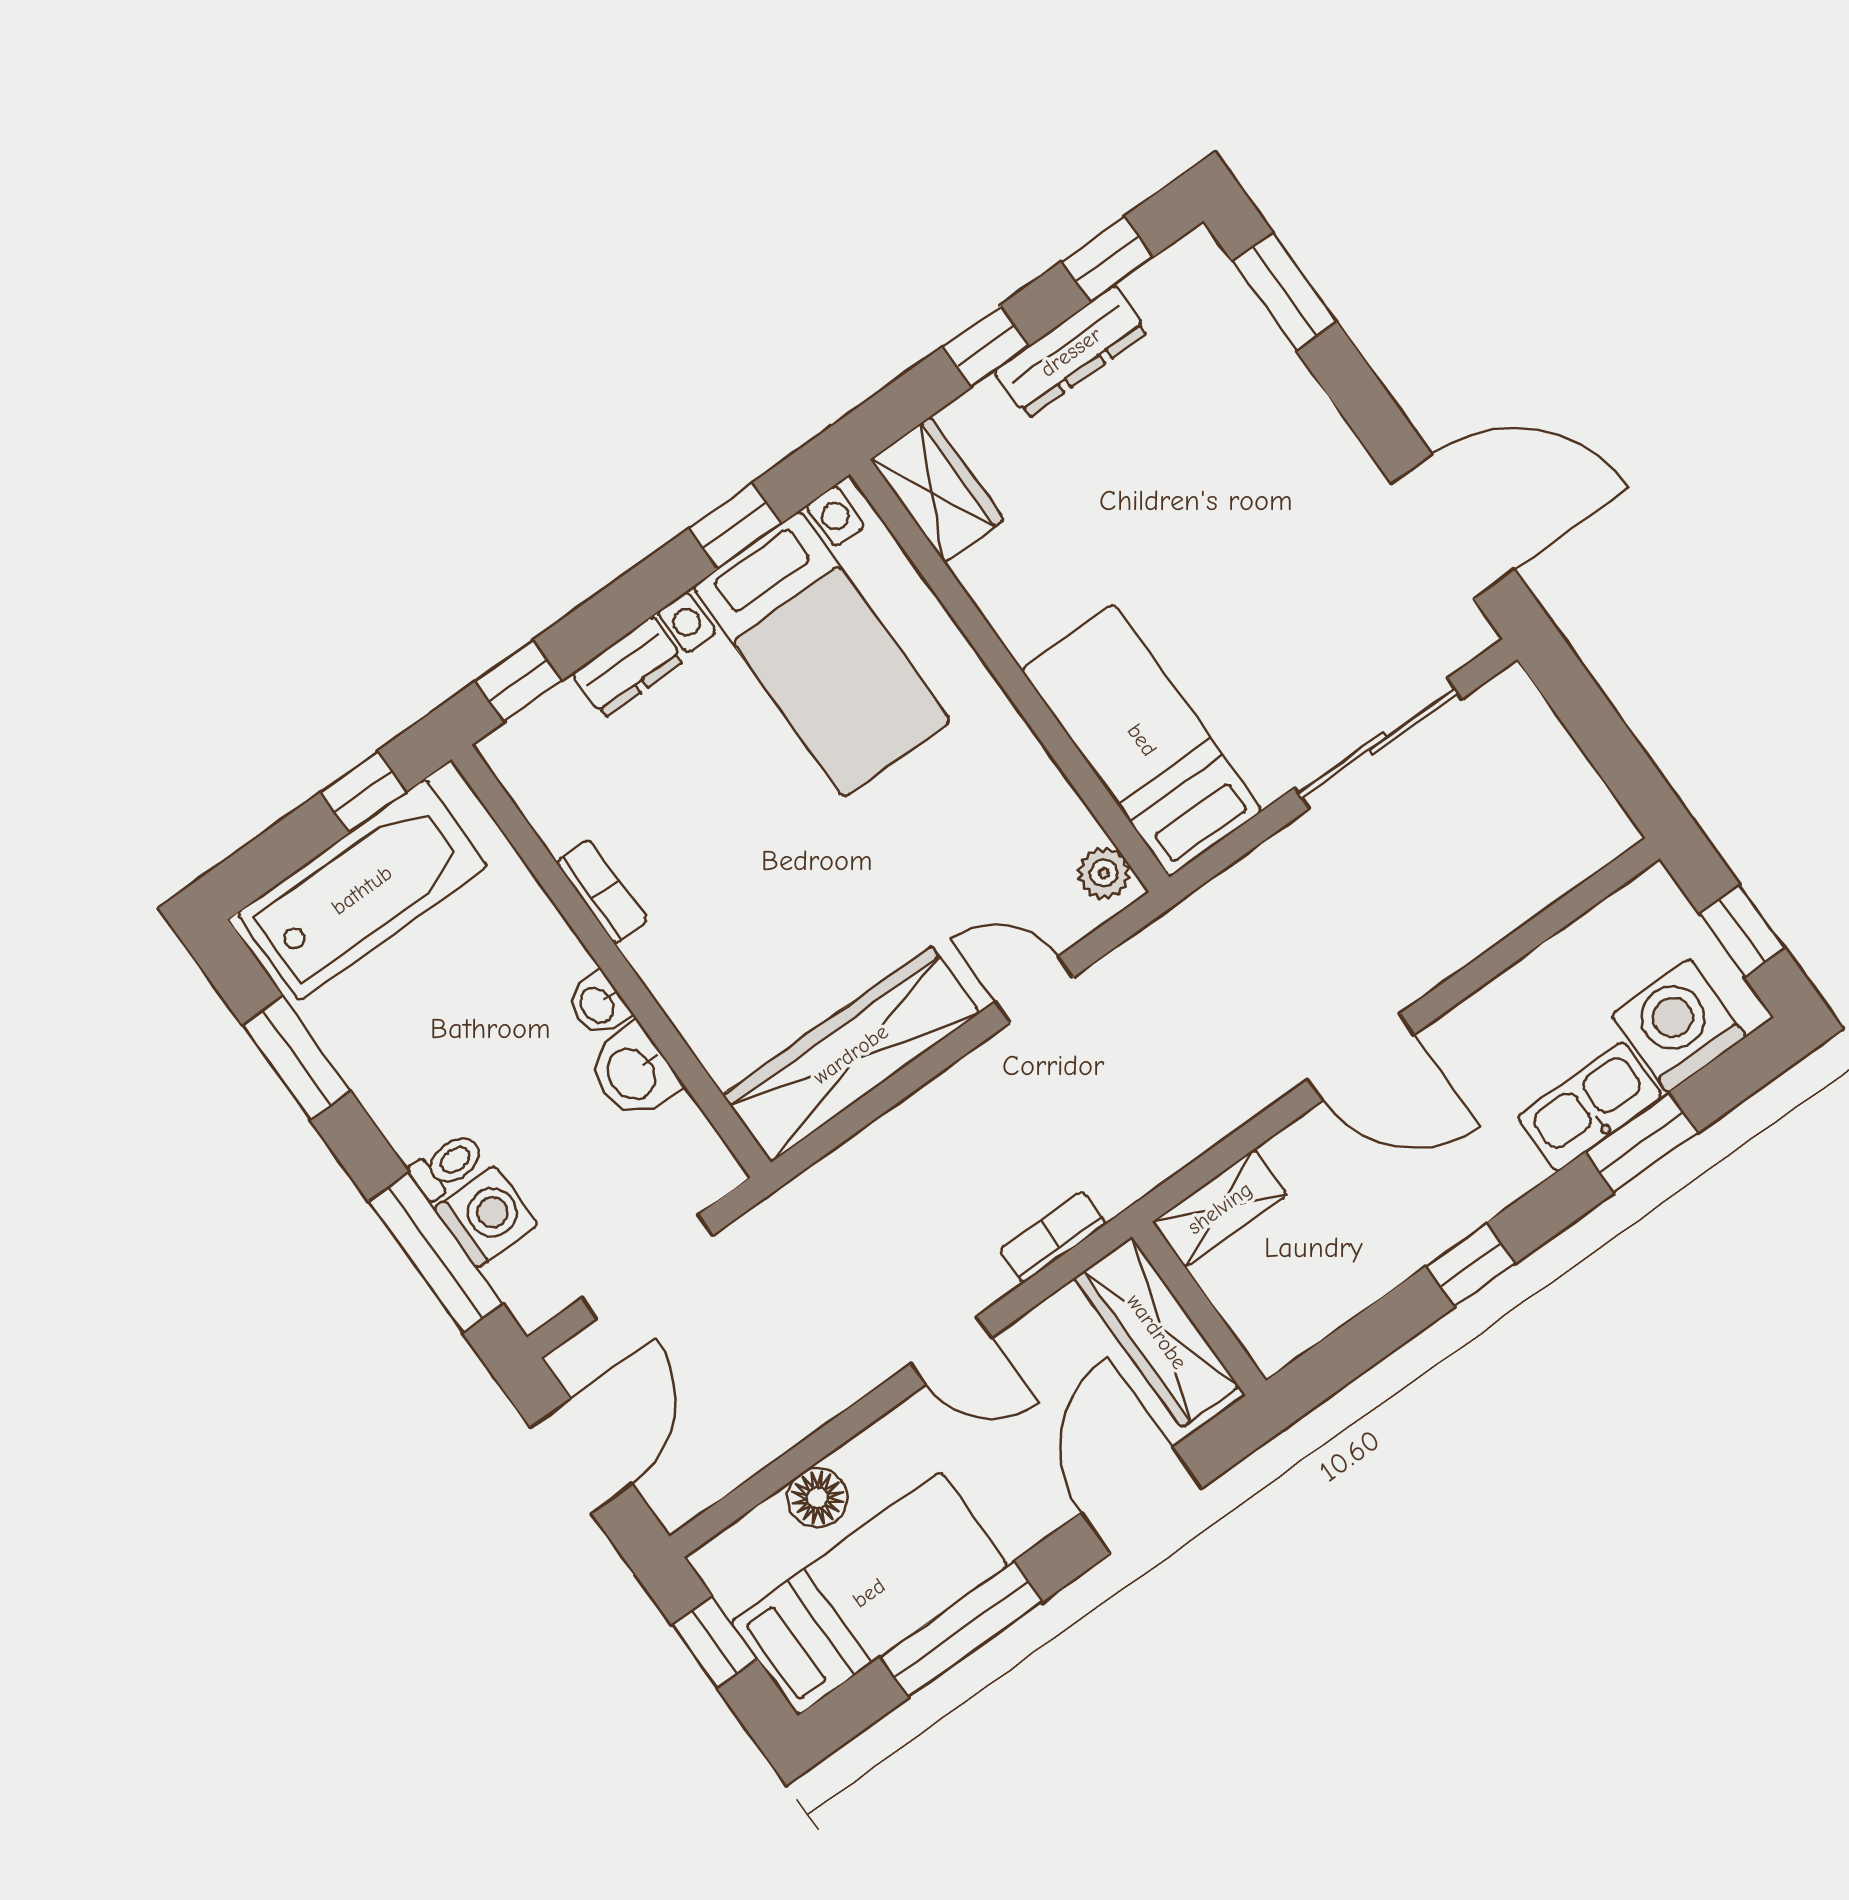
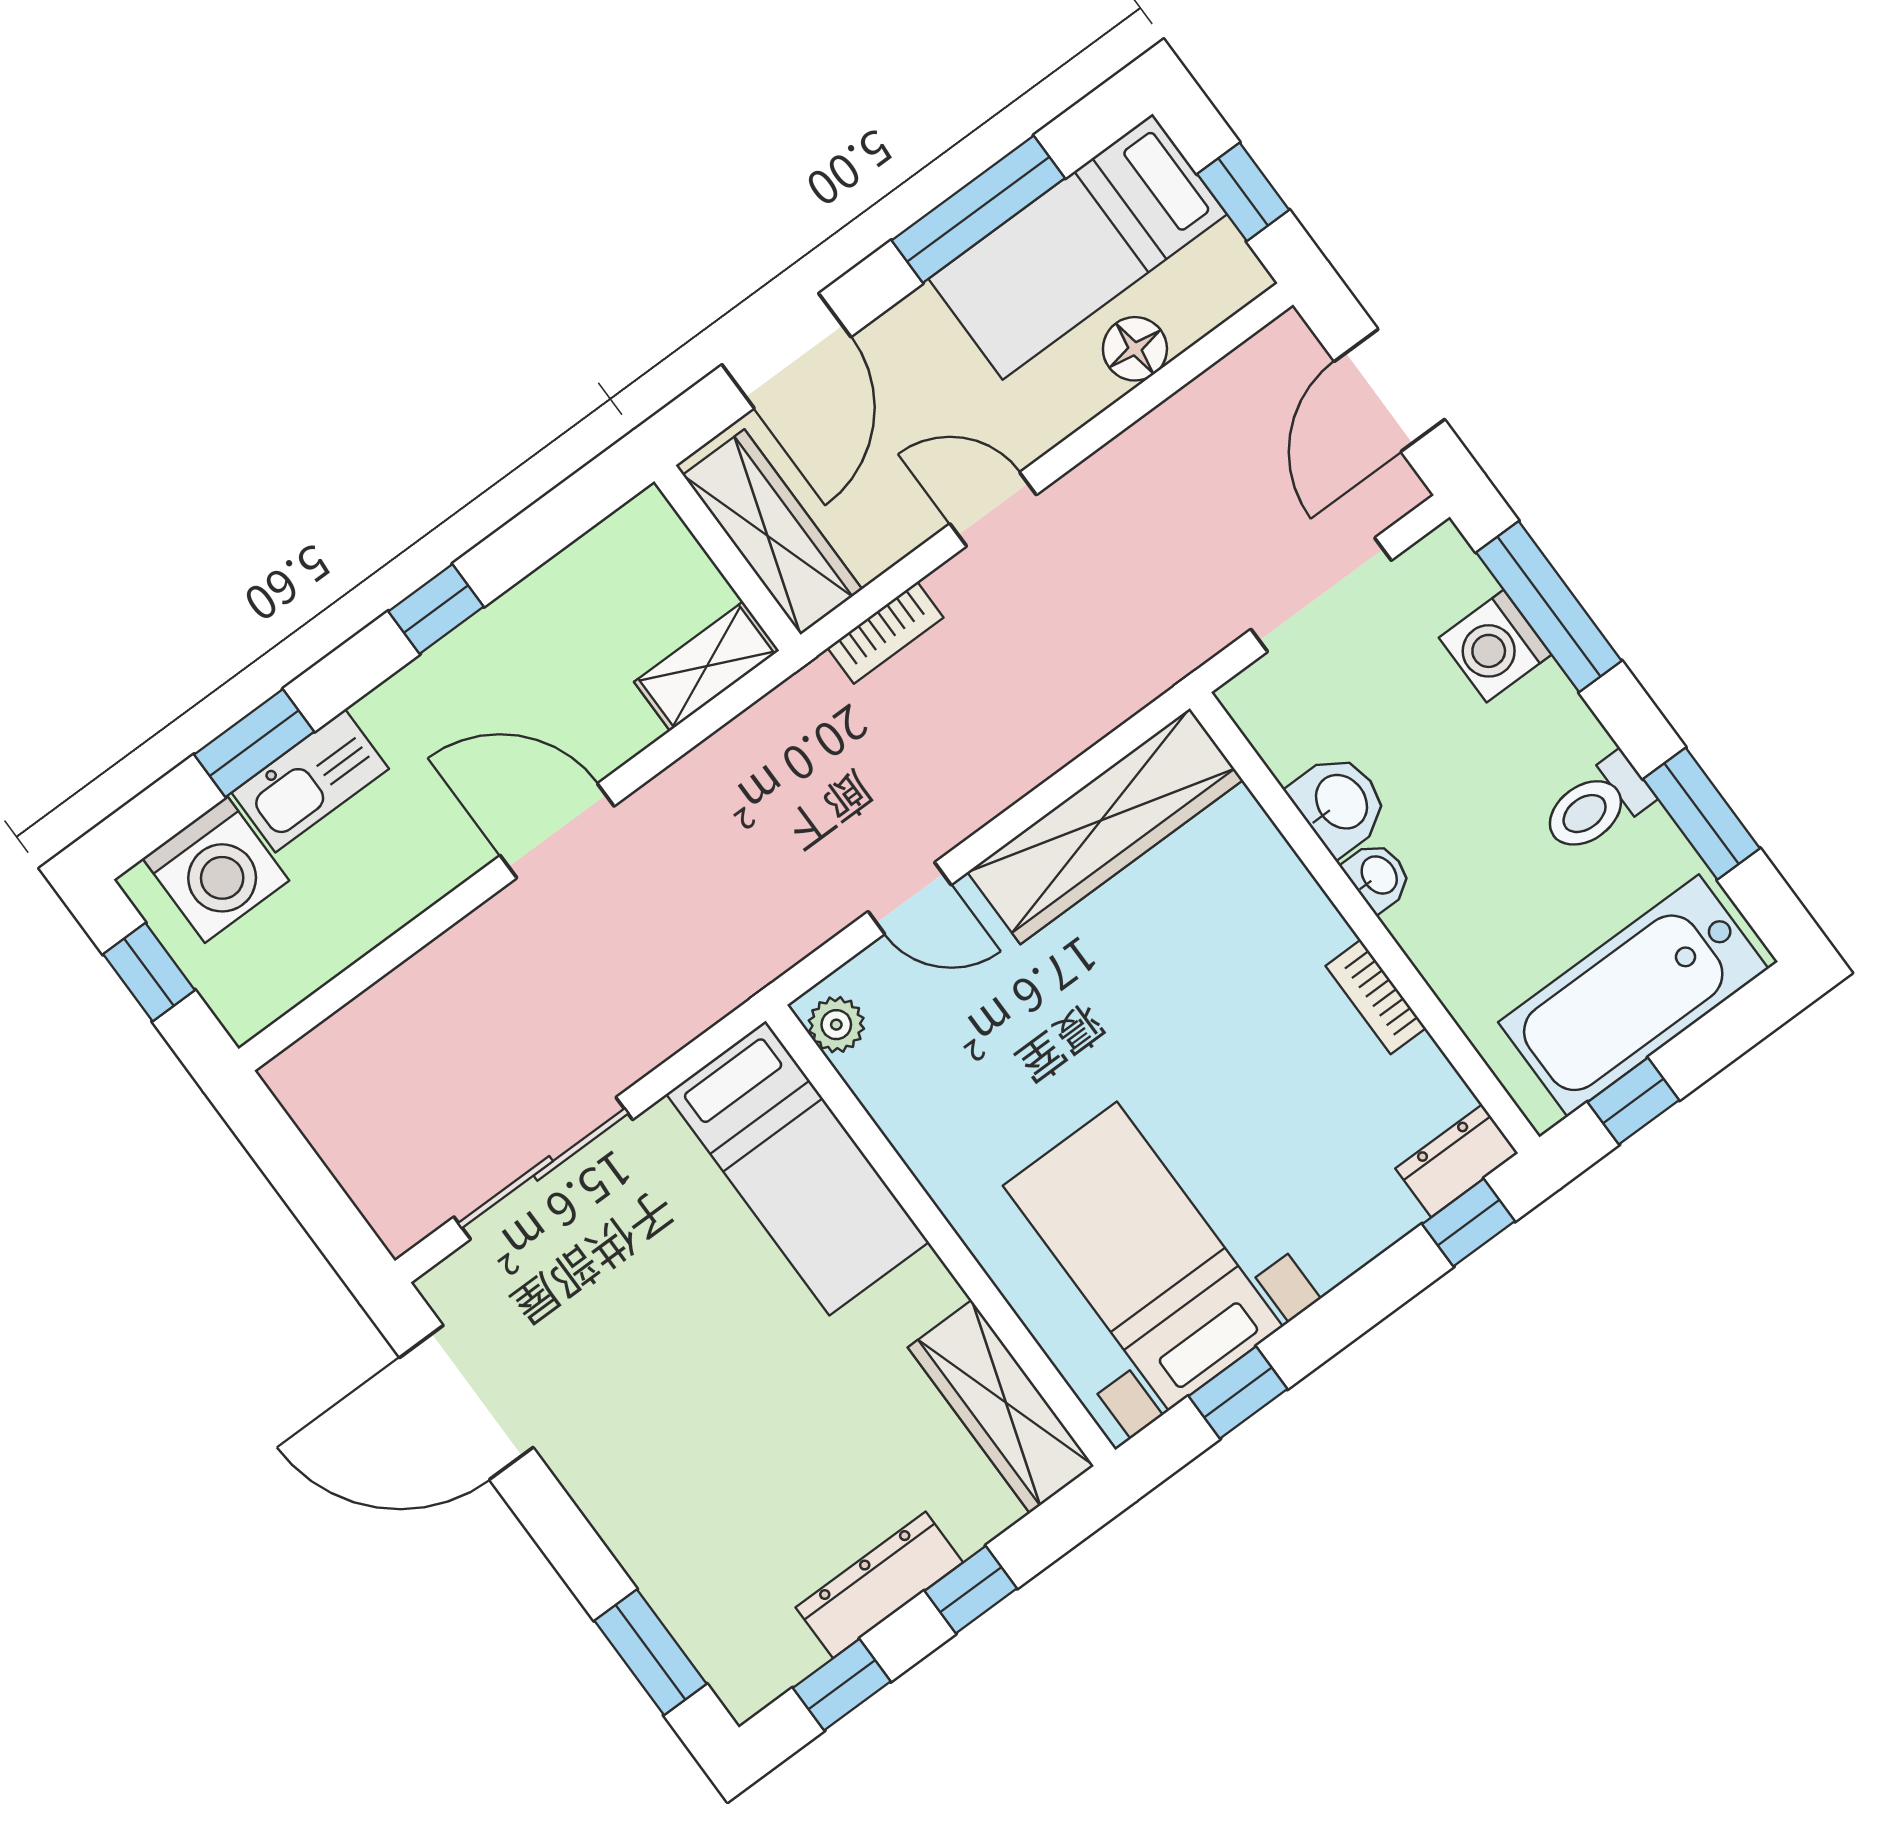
wardrobe: (937, 490) -> (1001, 1407), width x1.50
dresser: (628, 667) -> (1457, 1161), moved
toilet: (447, 1166) -> (1596, 805), moved, width x1.37, depth x1.39

